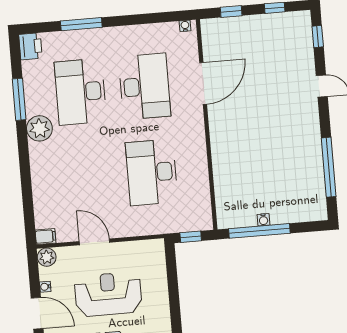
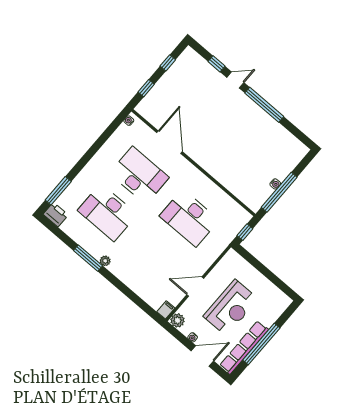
window: (81, 24) -> (58, 191), moved
window: (318, 36) -> (216, 64), moved
window: (19, 99) -> (88, 258), moved
plant: (39, 128) -> (105, 261), width x0.53, depth x0.53
window: (329, 167) -> (264, 105), moved
reception desk: (108, 294) -> (231, 308), turned 180

